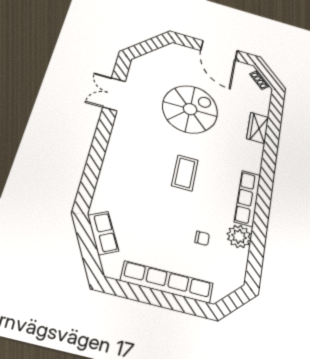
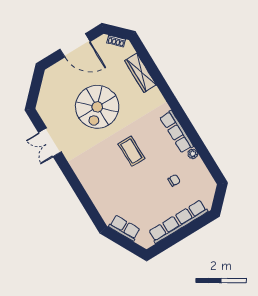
spiral stairs: (190, 109) -> (97, 107), turned 180
wardrobe: (258, 128) -> (140, 73), width x1.50
plant: (239, 236) -> (193, 154), width x0.53, depth x0.53

